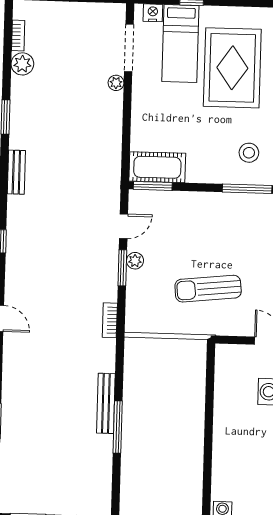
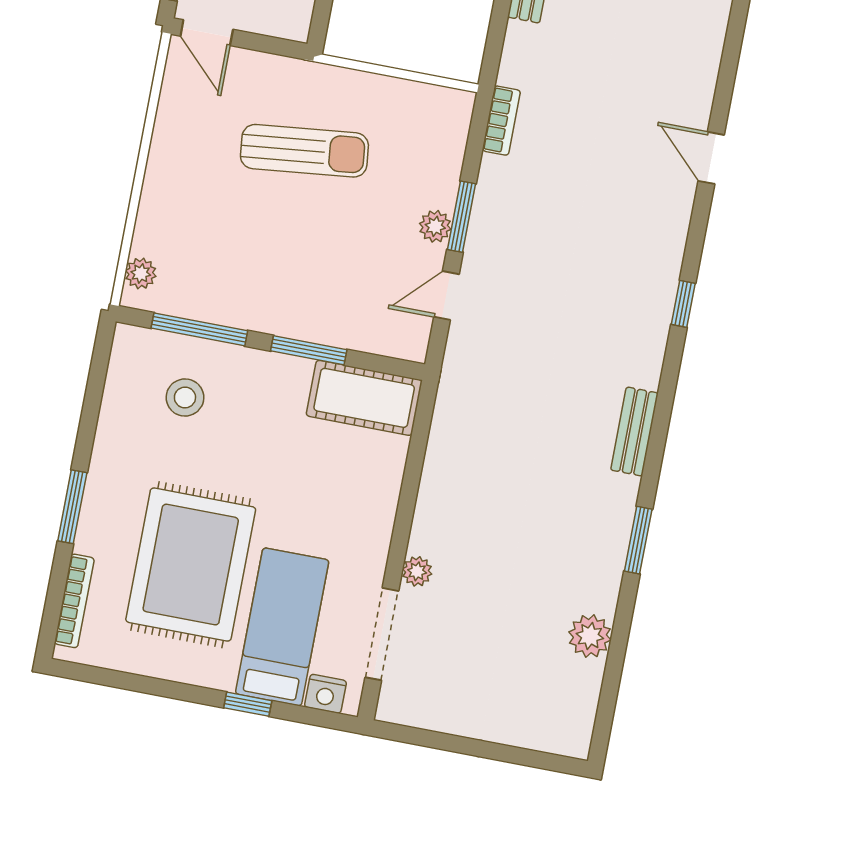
bookcase: (18, 36) -> (589, 691), removed
window: (153, 186) -> (309, 350), moved

